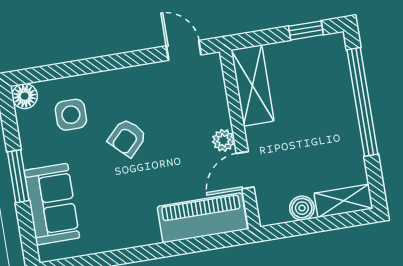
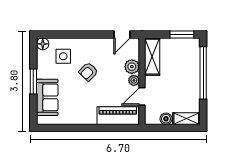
window: (306, 30) -> (182, 34), width x1.50
door: (184, 50) -> (122, 34), swing flipped
plant: (215, 113) -> (132, 67), added

